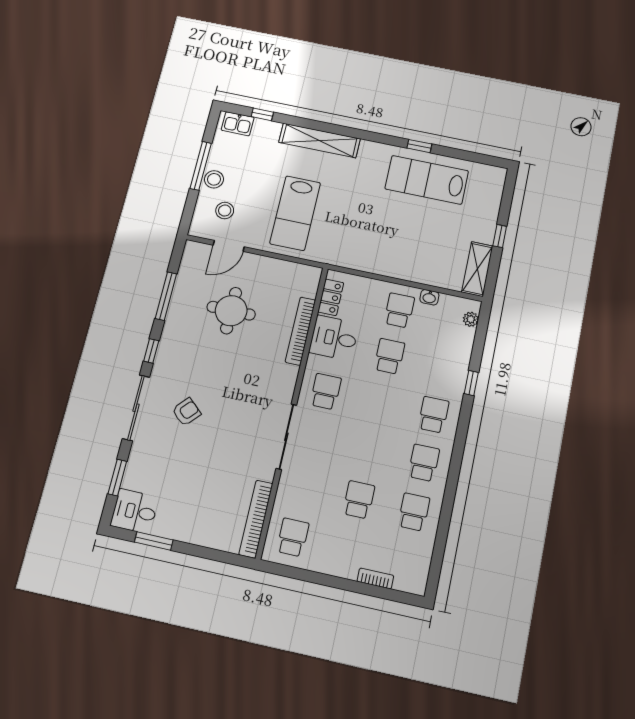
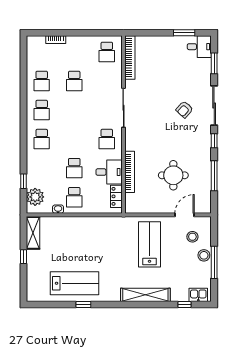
plant: (471, 319) -> (35, 197), width x1.88, depth x1.88
window: (471, 383) -> (24, 181), moved

